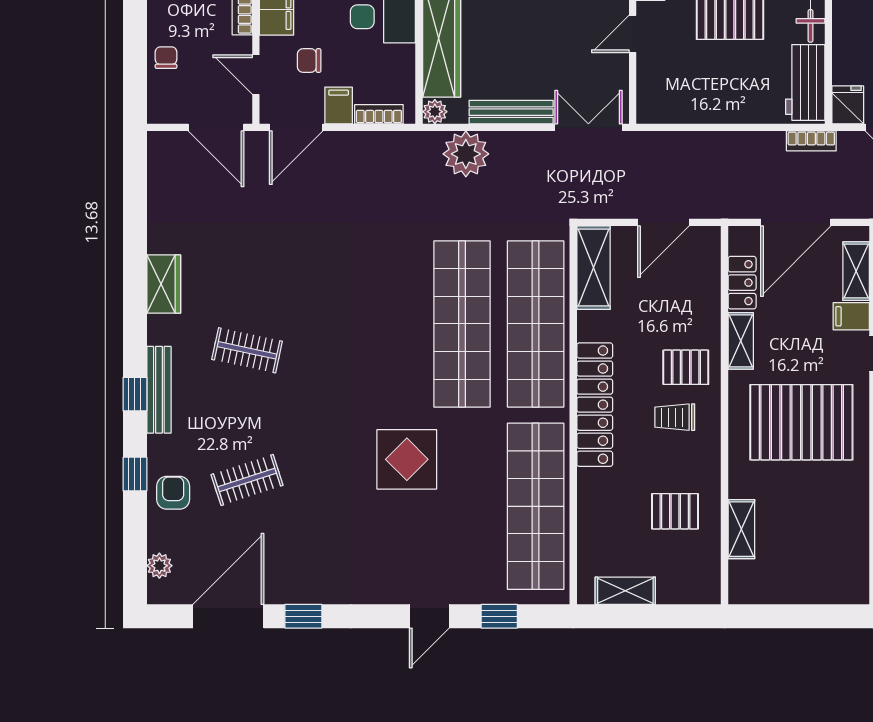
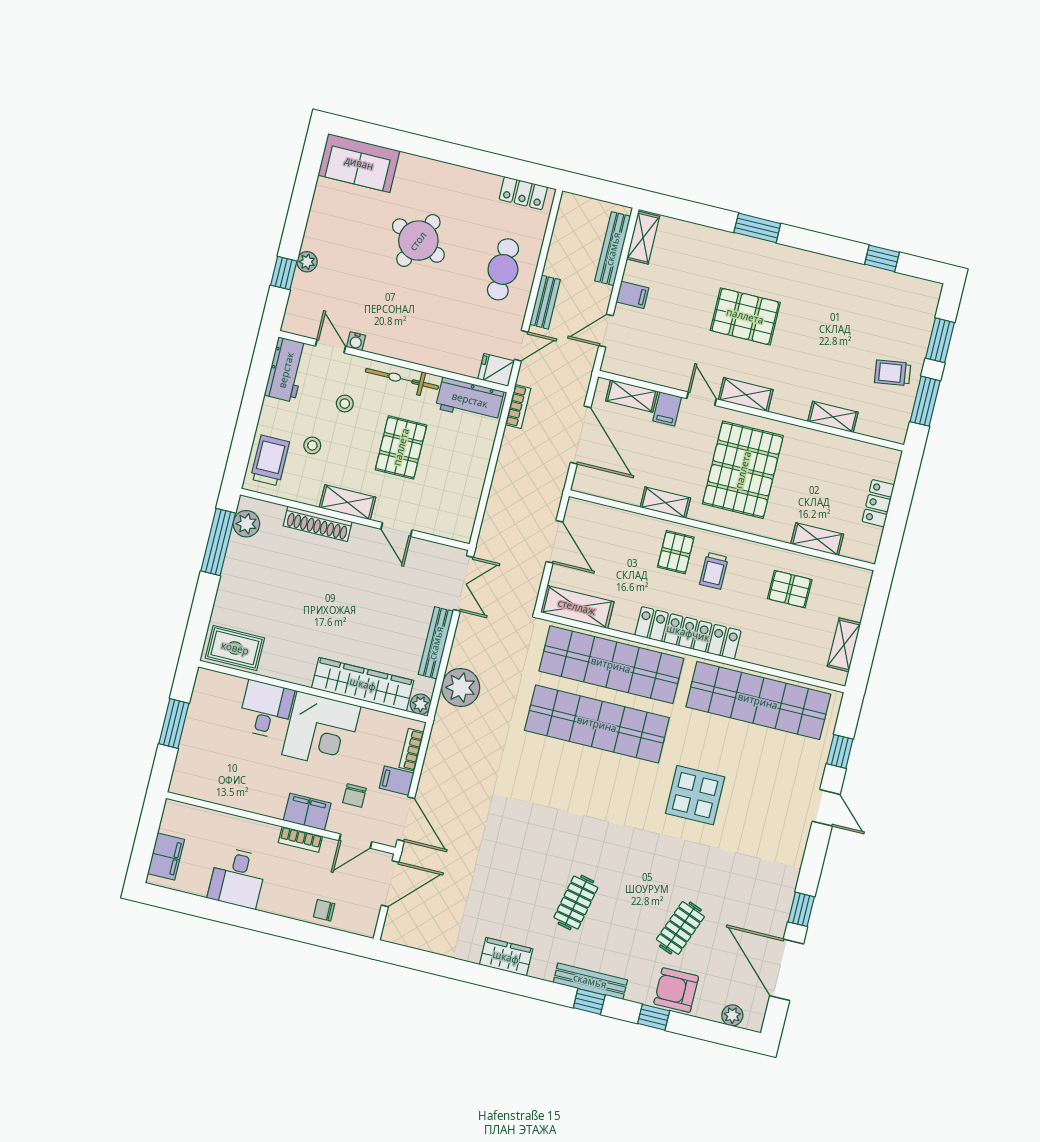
double door: (588, 127) -> (463, 583), swing flipped
locker: (742, 283) -> (878, 503), moved, turned -90
clothes rail: (247, 480) -> (680, 928), turned 39
armchair: (173, 493) -> (676, 990), width x1.38, depth x1.38
pallet: (675, 511) -> (790, 589), turned 90

